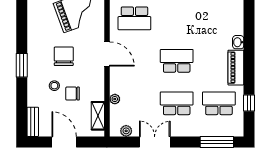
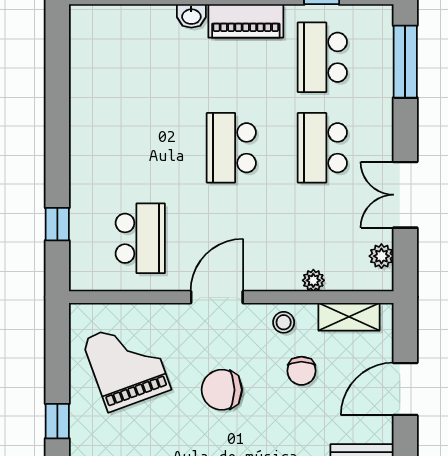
stool: (54, 86) -> (284, 322), moved

